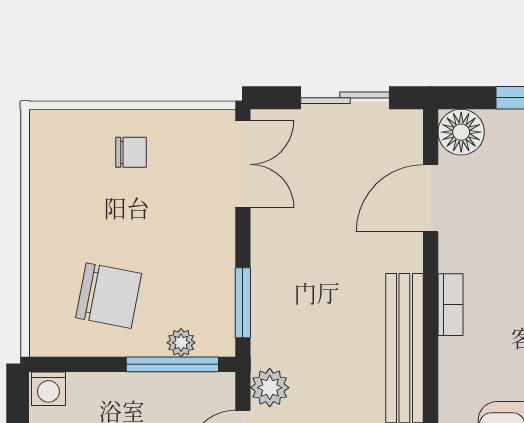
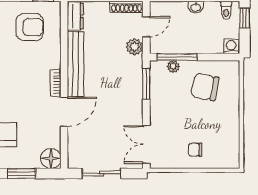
door: (431, 198) -> (64, 112), moved

